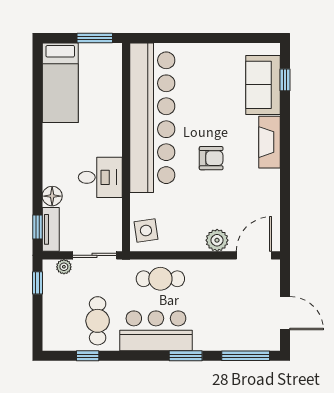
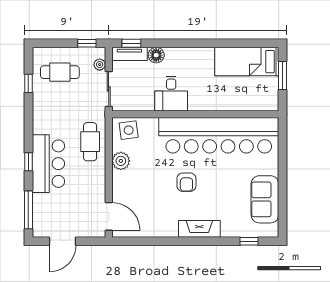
window: (95, 38) -> (283, 75), moved
sofa: (263, 85) -> (265, 199), moved, turned -90
plant: (217, 240) -> (121, 161), moved
cafe table: (98, 321) -> (60, 72), moved
bar counter: (156, 331) -> (48, 164), moved
window: (186, 356) -> (28, 162), width x0.67

